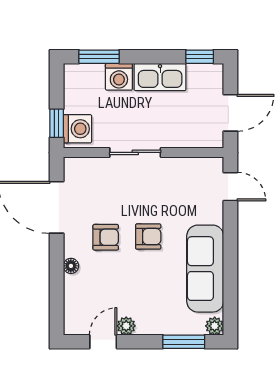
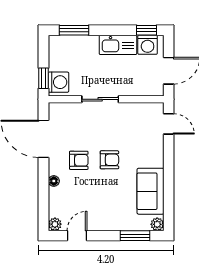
washing machine: (119, 77) -> (148, 45), moved
sofa: (205, 269) -> (151, 191), width x0.73
plant: (126, 326) -> (55, 224), moved

